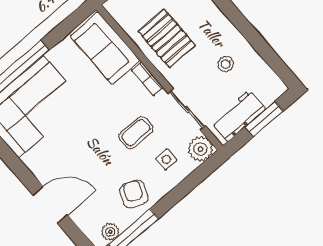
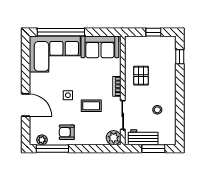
pallet: (167, 38) -> (141, 76), width x0.67, depth x0.71
sofa: (105, 48) -> (100, 47), moved, turned -90
side table: (166, 159) -> (68, 95), moved
armchair: (134, 194) -> (67, 132), turned -113

